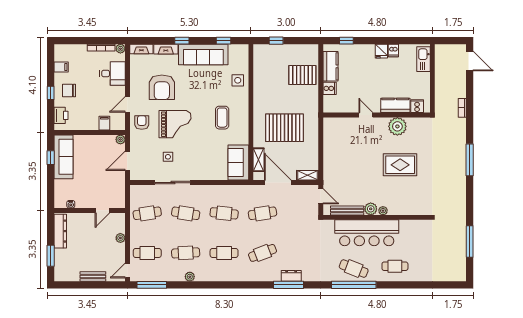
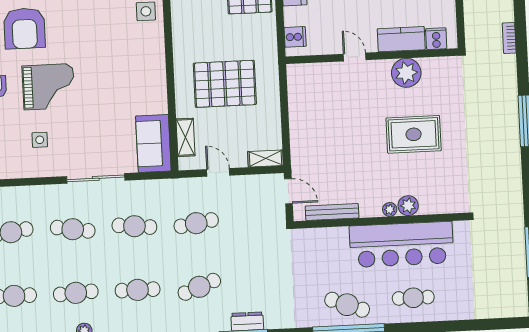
cooker: (330, 88) -> (295, 37), moved
coffee table: (222, 118) -> (124, 72), removed
sliding door: (173, 183) -> (96, 178), moved
door: (278, 183) -> (218, 172), width x0.53
plant: (371, 209) -> (408, 206), moved
bar counter: (367, 233) -> (401, 244), moved

